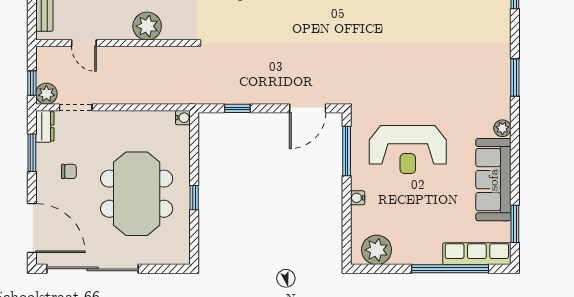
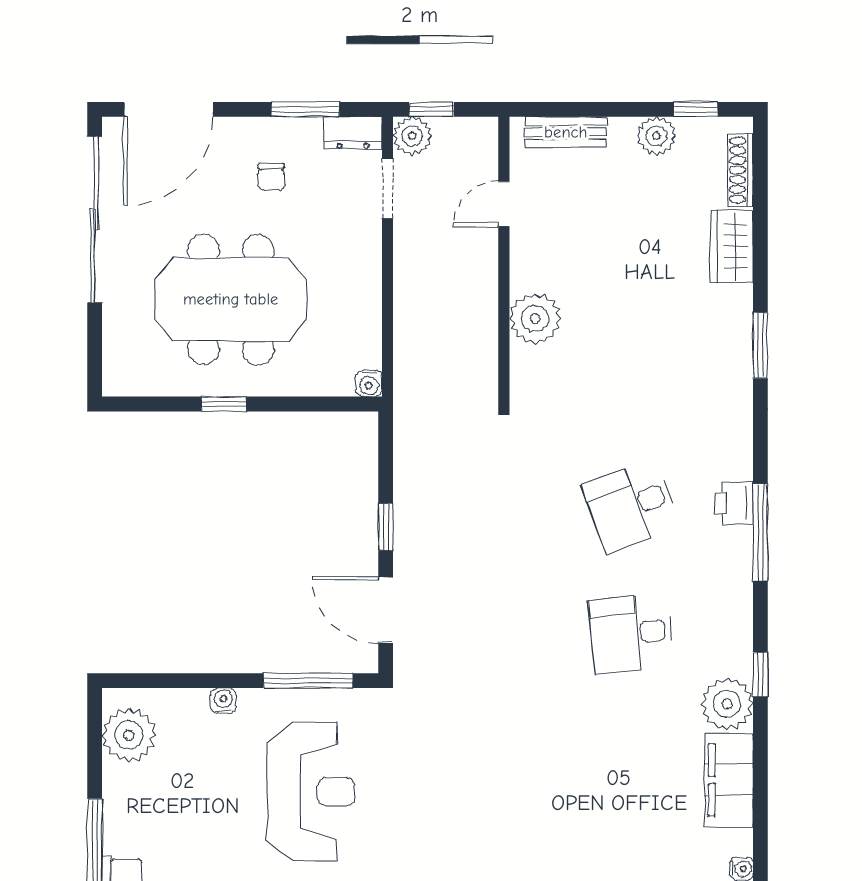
window: (237, 108) -> (386, 527), moved
reception desk: (408, 150) -> (311, 792), turned 180

